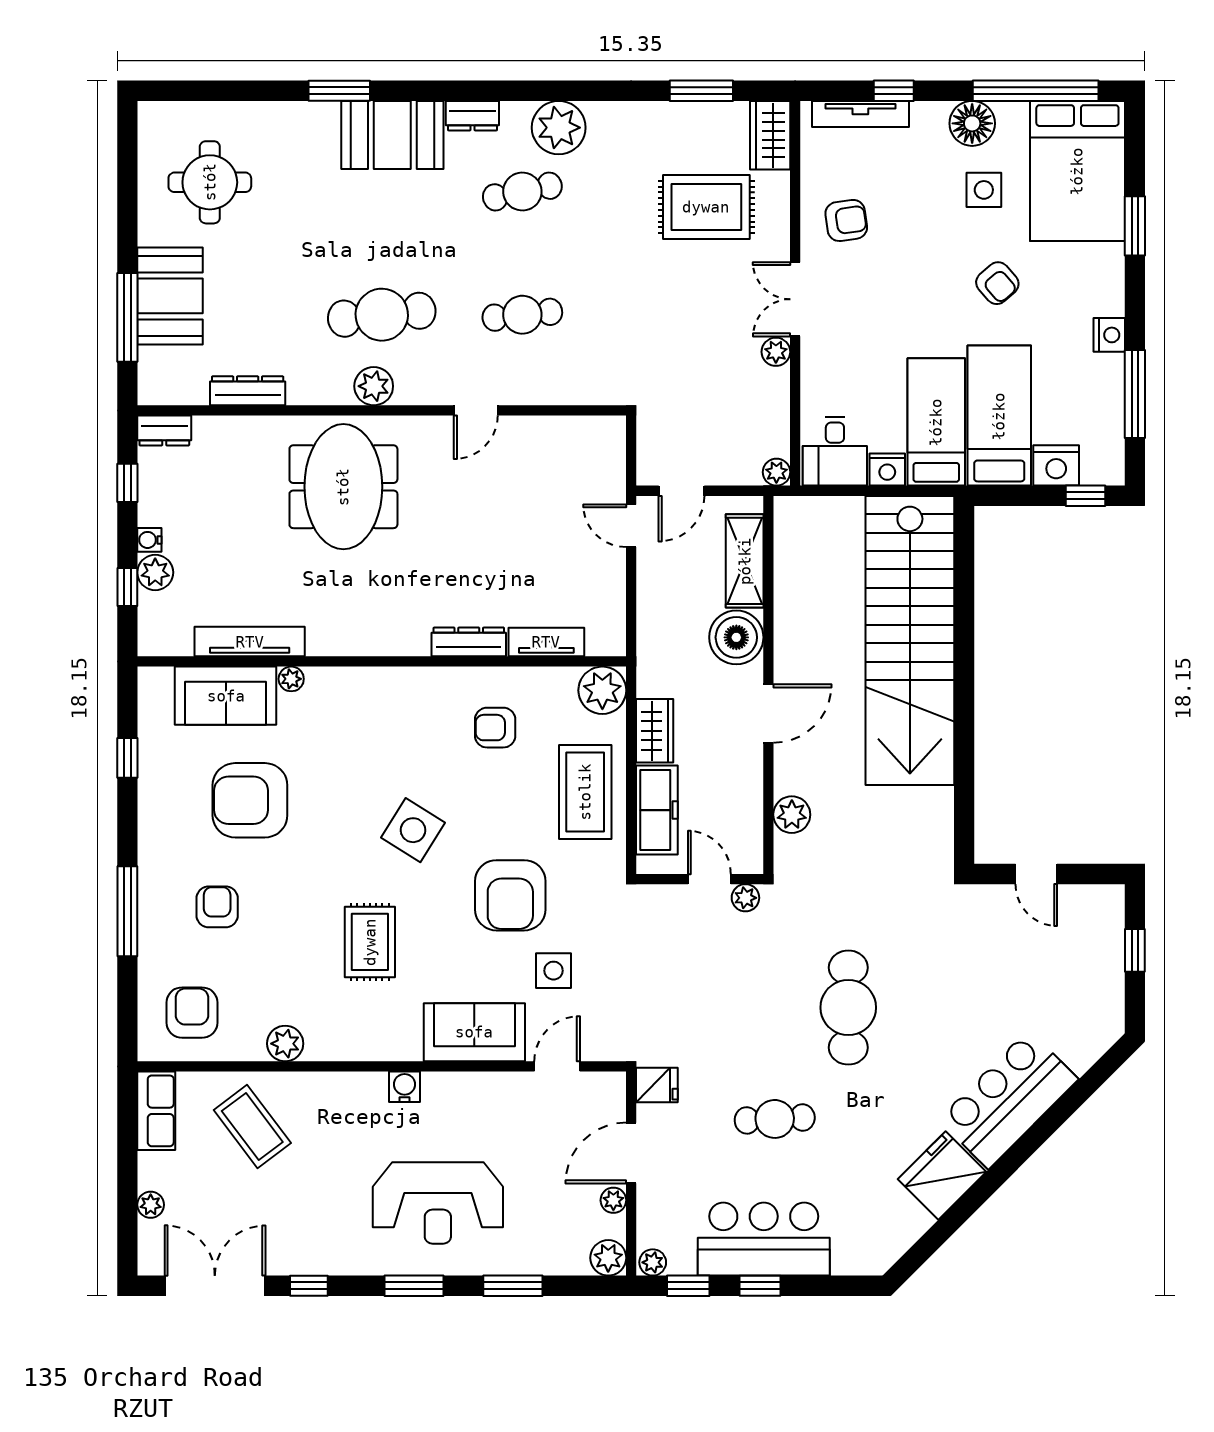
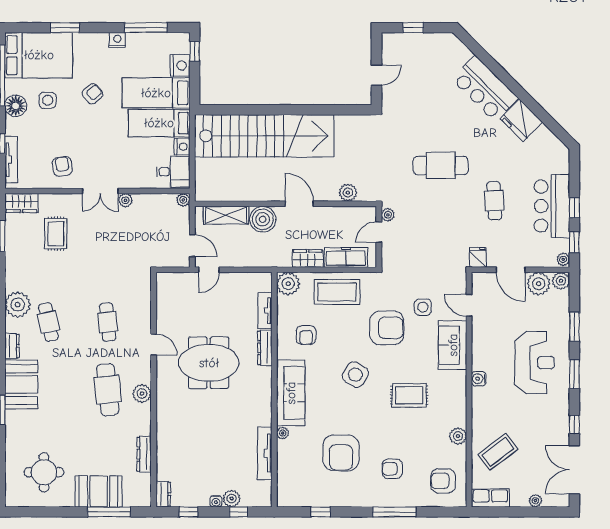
rug: (706, 207) -> (56, 234), width x0.73, depth x0.70
meeting table: (343, 487) -> (209, 363), moved
sofa: (226, 696) -> (291, 393), moved, width x1.36
plant: (613, 1200) -> (539, 284), width x1.88, depth x1.88

